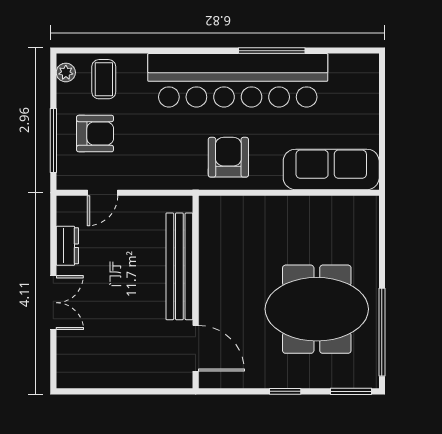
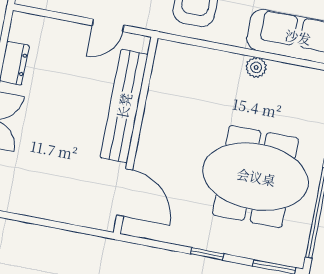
door: (103, 193) -> (108, 25), moved
plant: (297, 206) -> (256, 67), added

